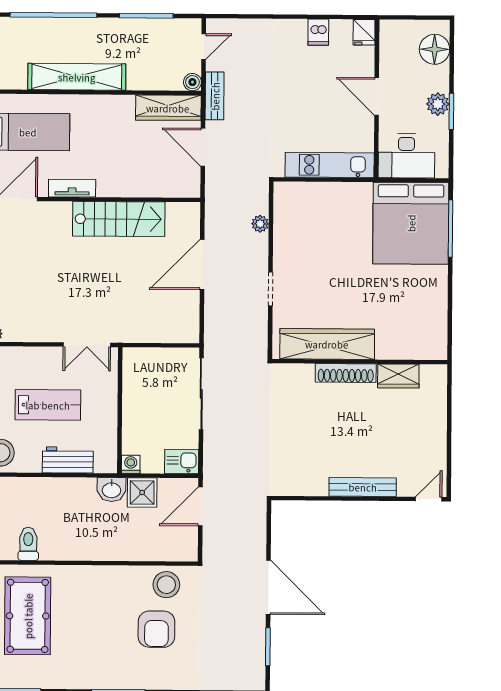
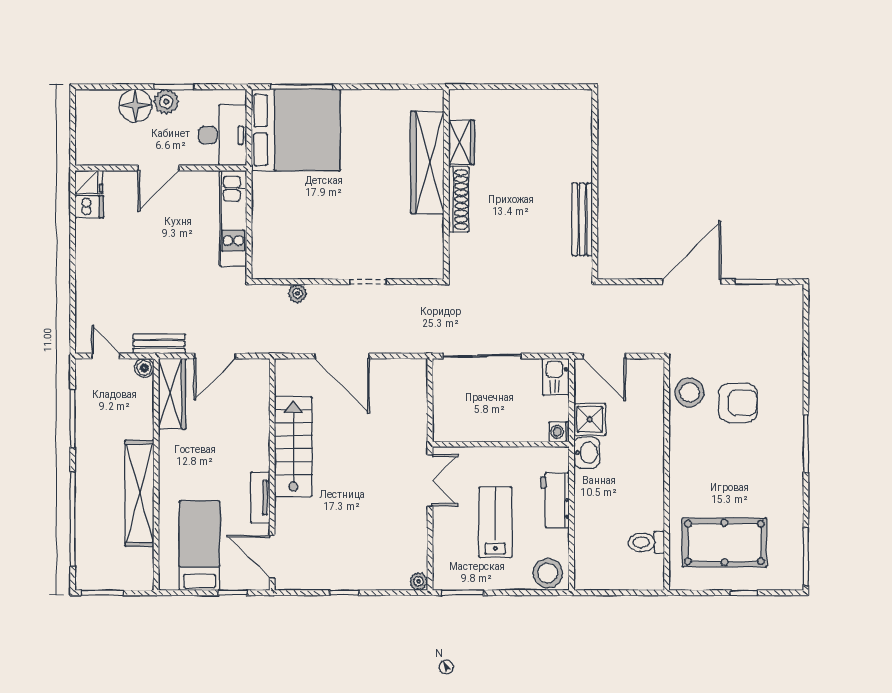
dishwasher: (318, 32) -> (89, 207), moved
floor lamp: (435, 49) -> (136, 106), moved
wardrobe: (327, 344) -> (427, 162), moved
bench: (363, 487) -> (582, 219), moved
door: (429, 499) -> (595, 109), removed

